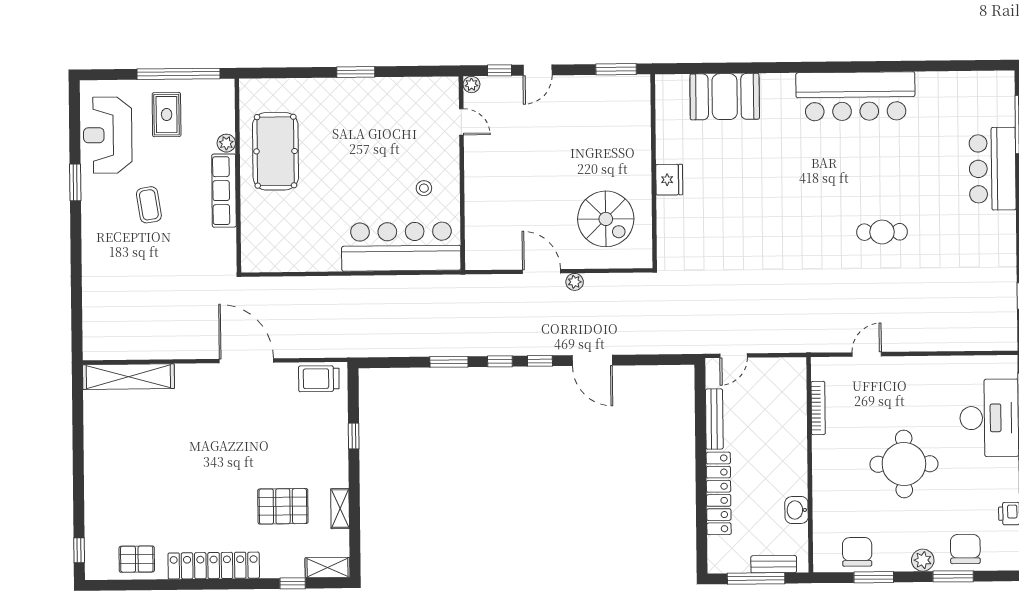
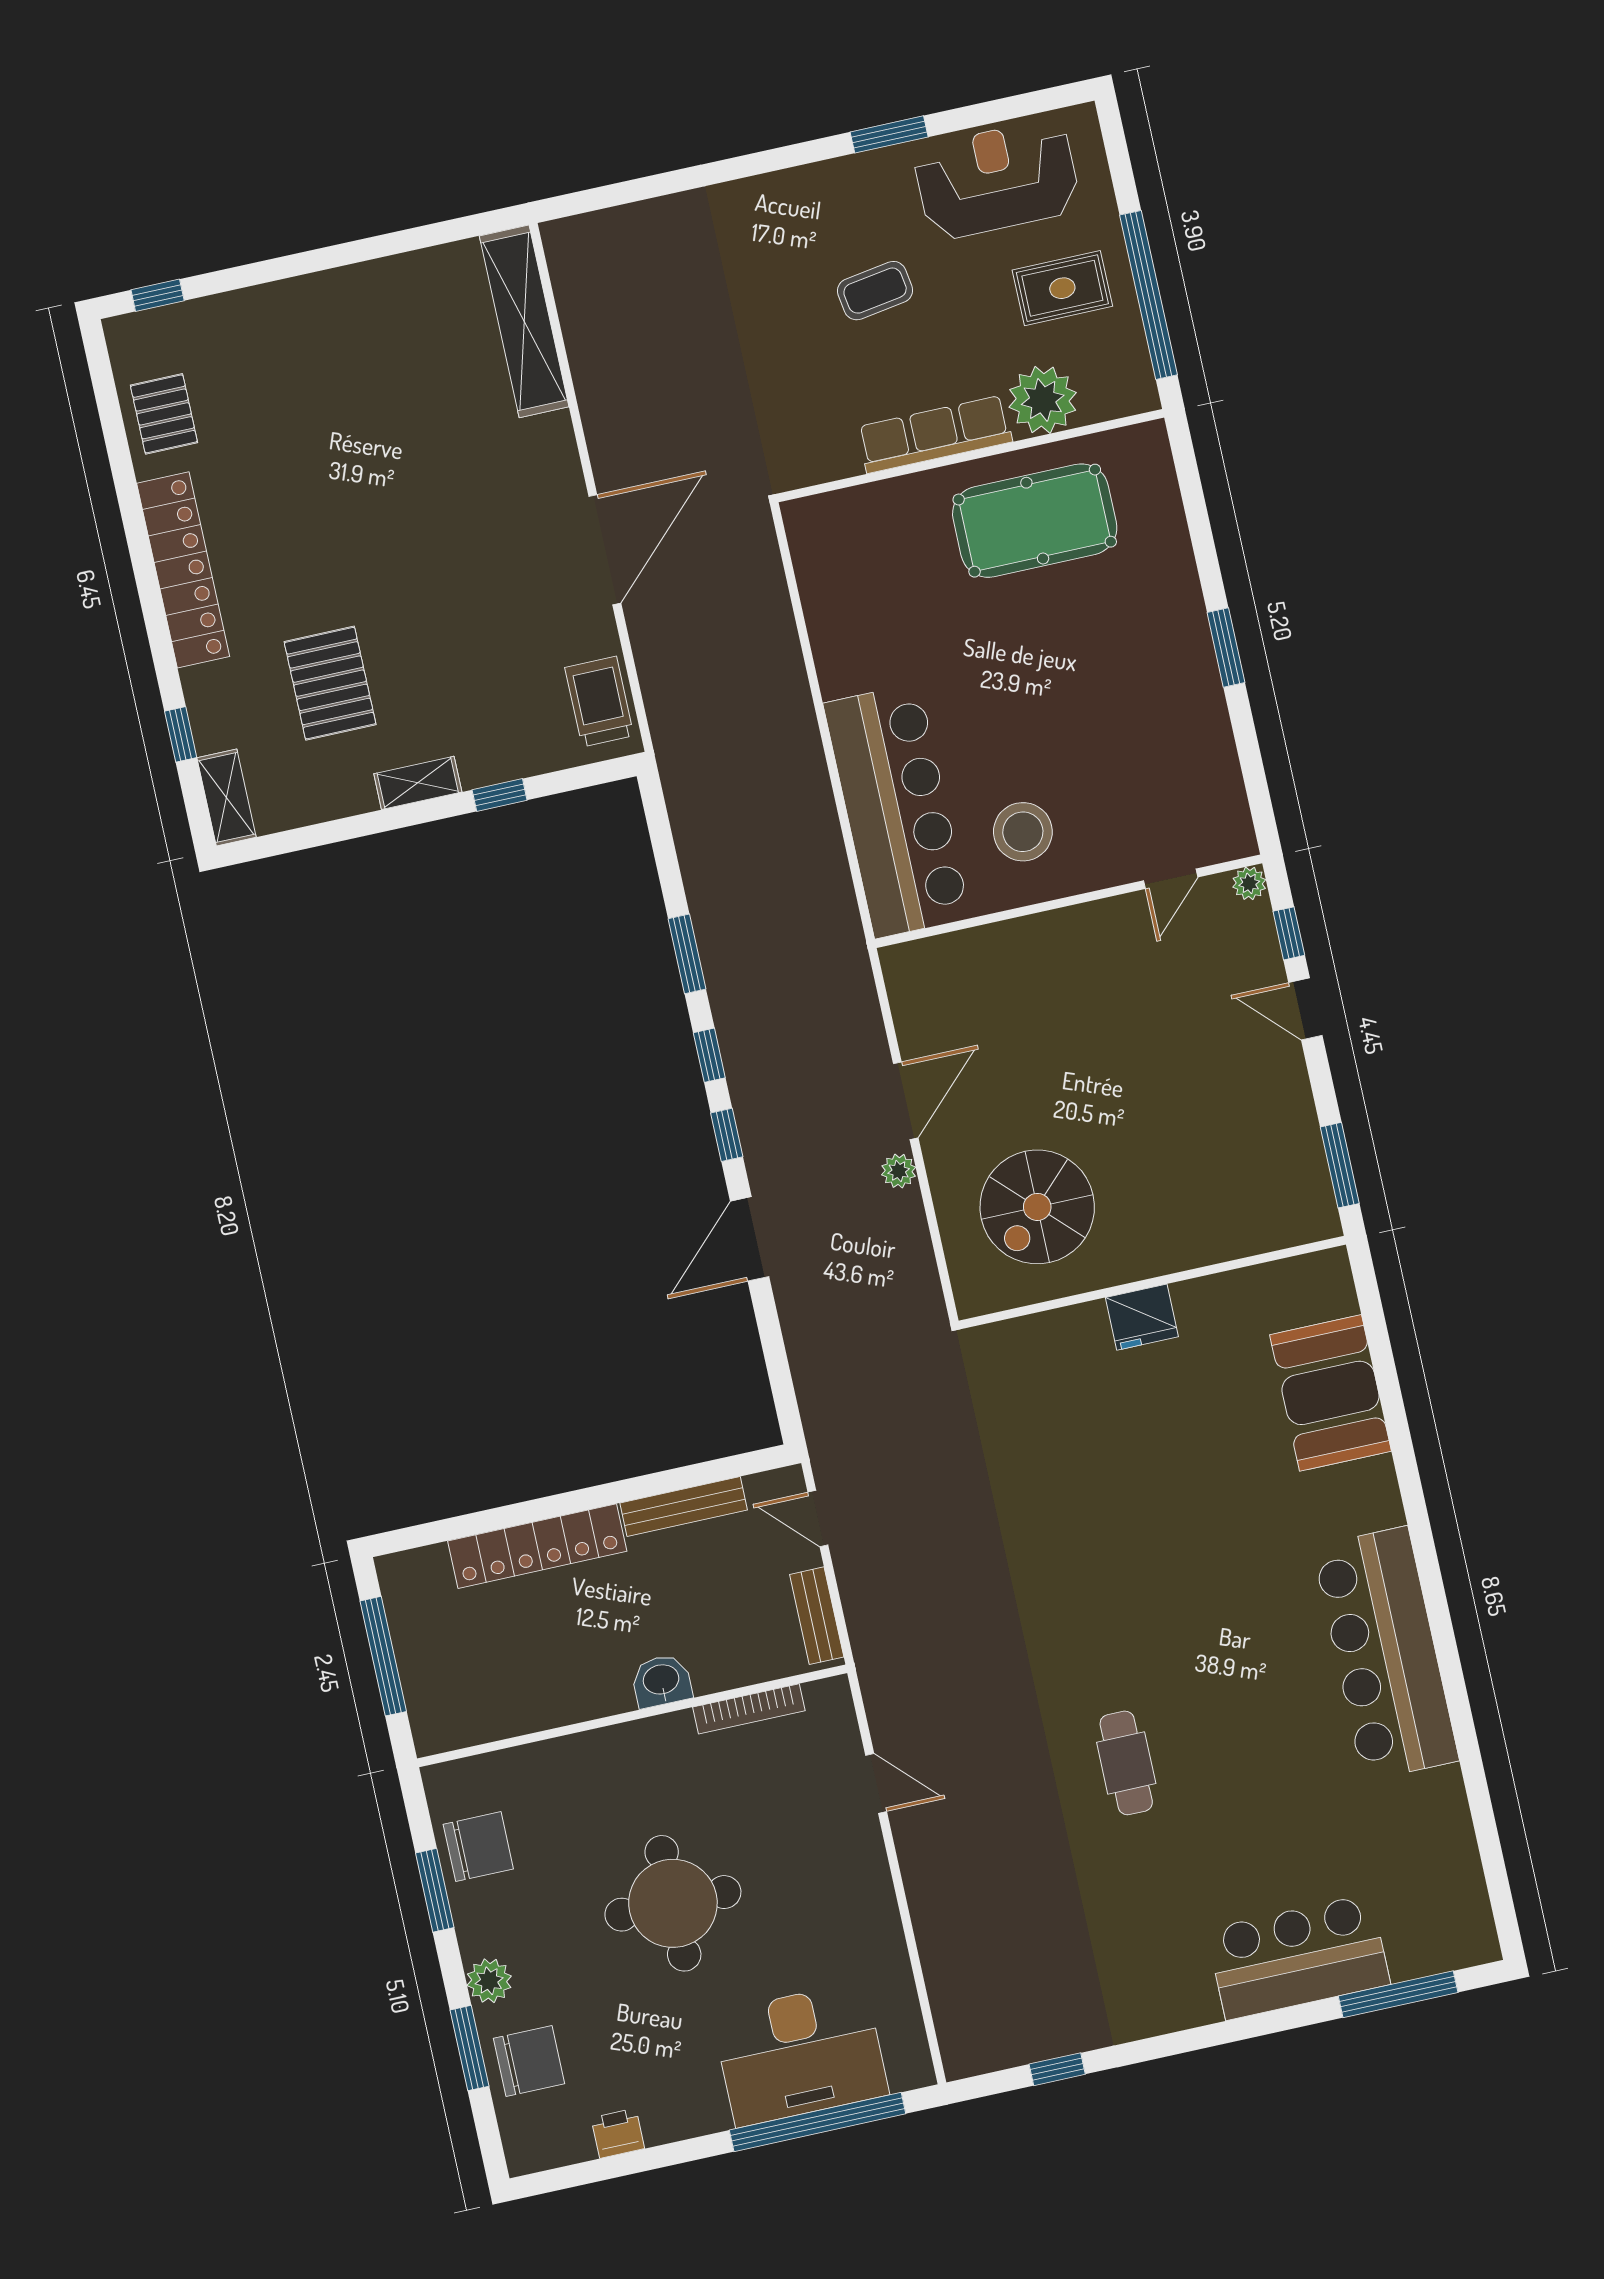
plant: (226, 143) -> (1043, 400), width x1.87, depth x1.87
stool: (424, 188) -> (1023, 832), width x1.89, depth x1.89
shelving: (340, 509) -> (418, 783), moved
washbasin: (796, 510) -> (661, 1681), moved
bench: (774, 564) -> (817, 1616), moved

